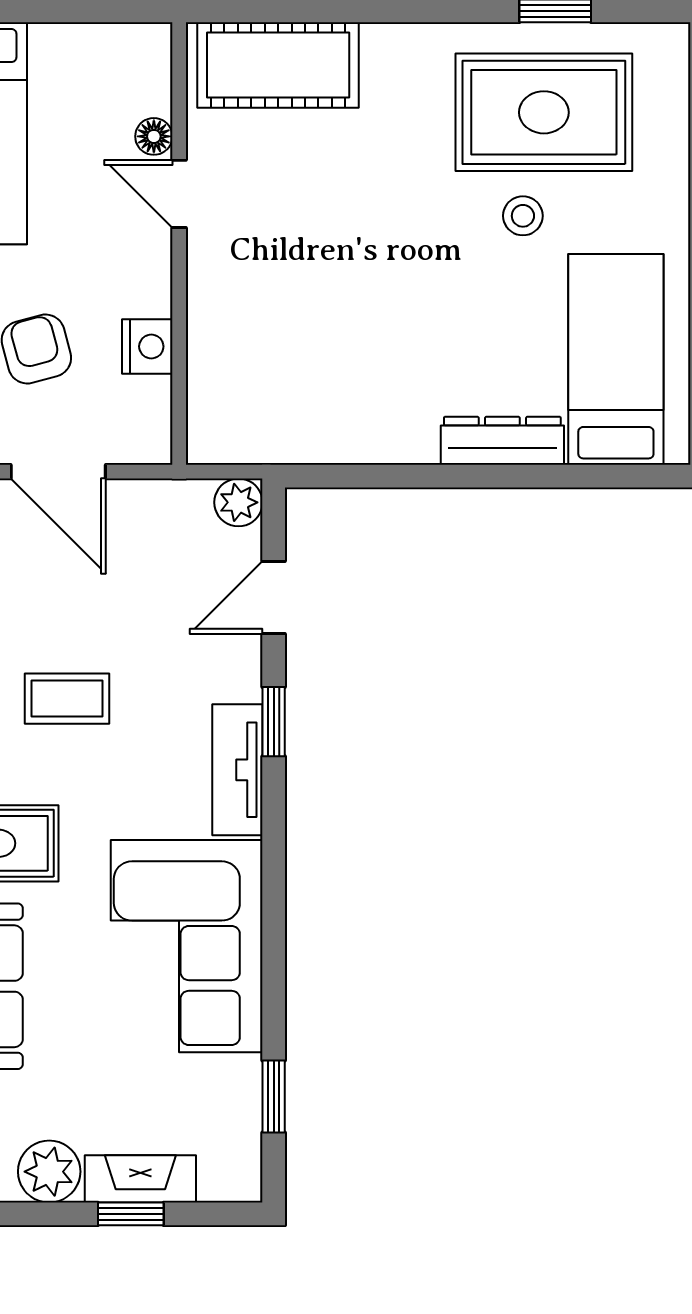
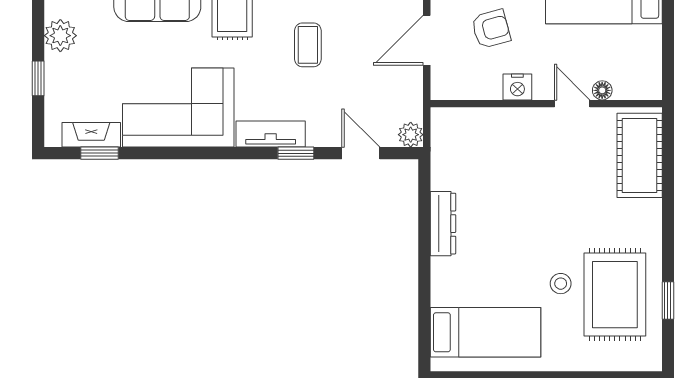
door: (179, 194) -> (572, 104), hinge flipped
nightstand: (147, 346) -> (517, 87), moved
dresser: (502, 441) -> (443, 224), moved
fireplace: (140, 1179) -> (91, 135), moved, turned -90

